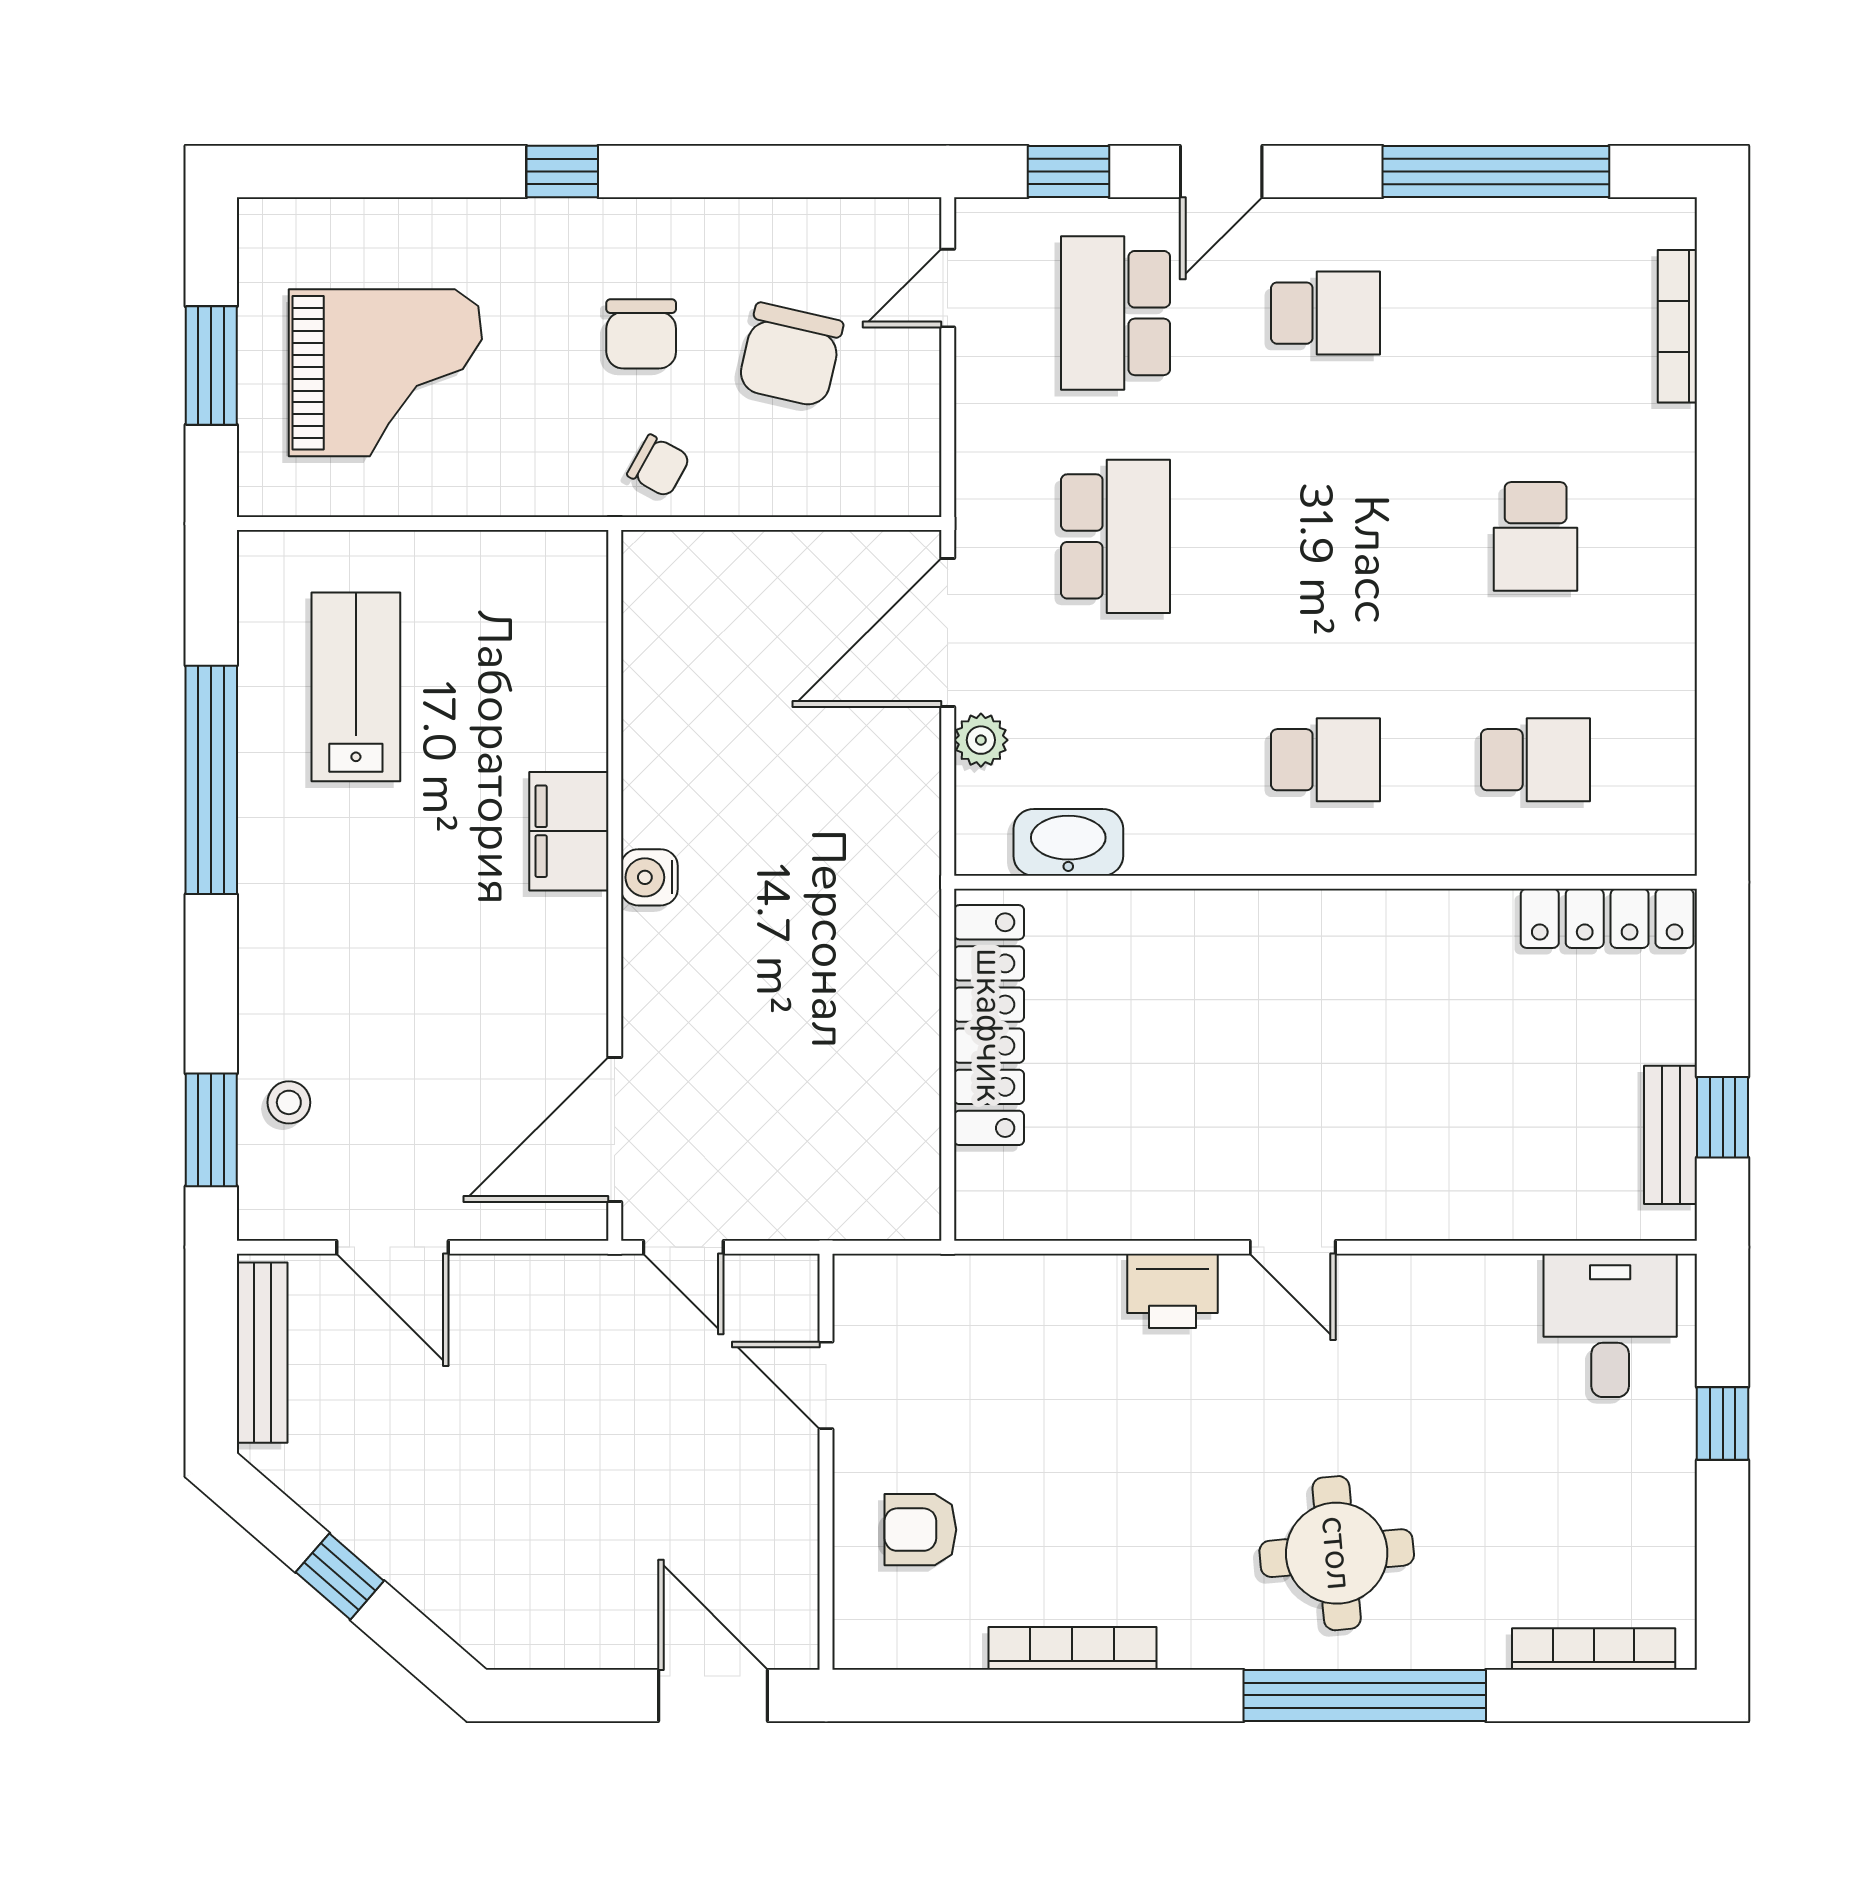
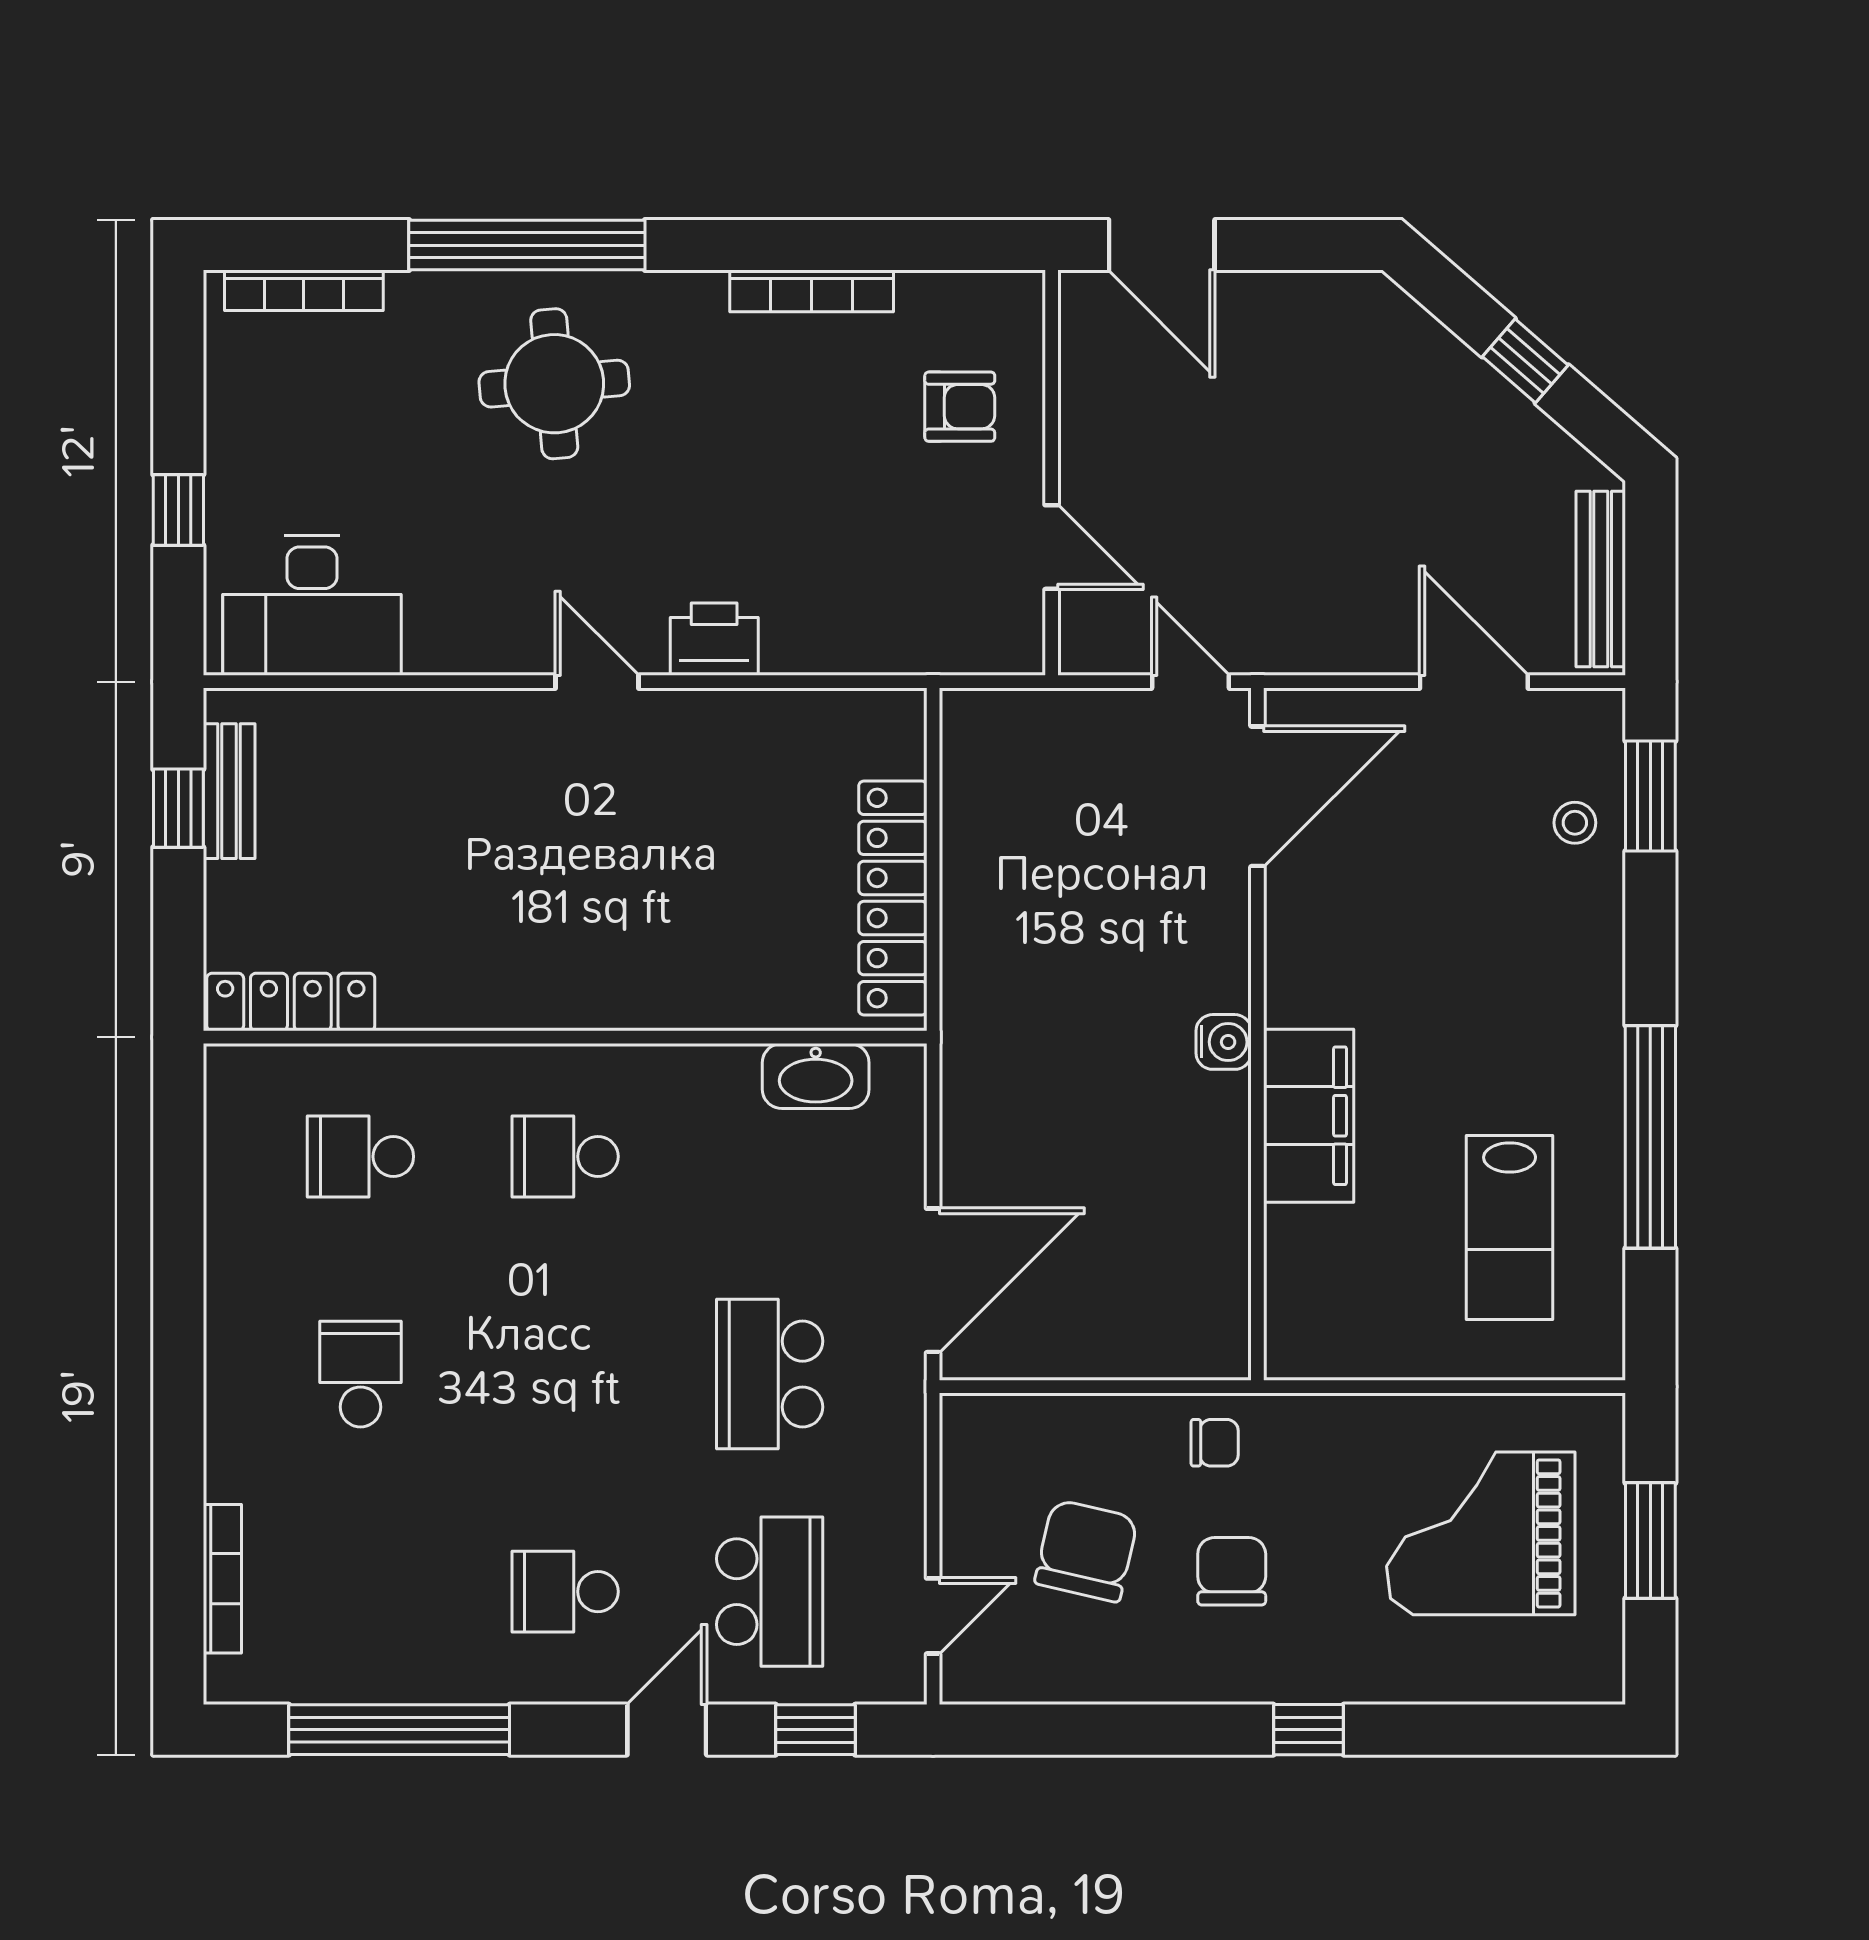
chair: (659, 466) -> (1215, 1443), turned 151
plant: (981, 740) -> (901, 1176), removed
filing cabinet: (569, 831) -> (1309, 1116), width x1.50, depth x1.17
desk: (1610, 1325) -> (312, 606), width x1.37

